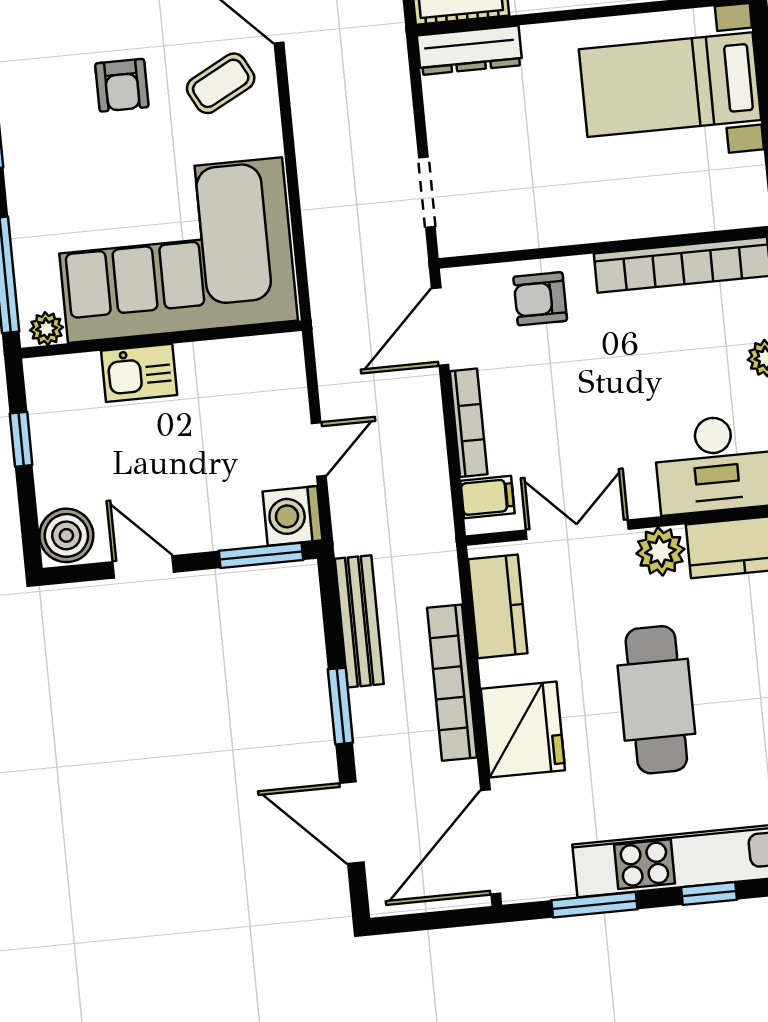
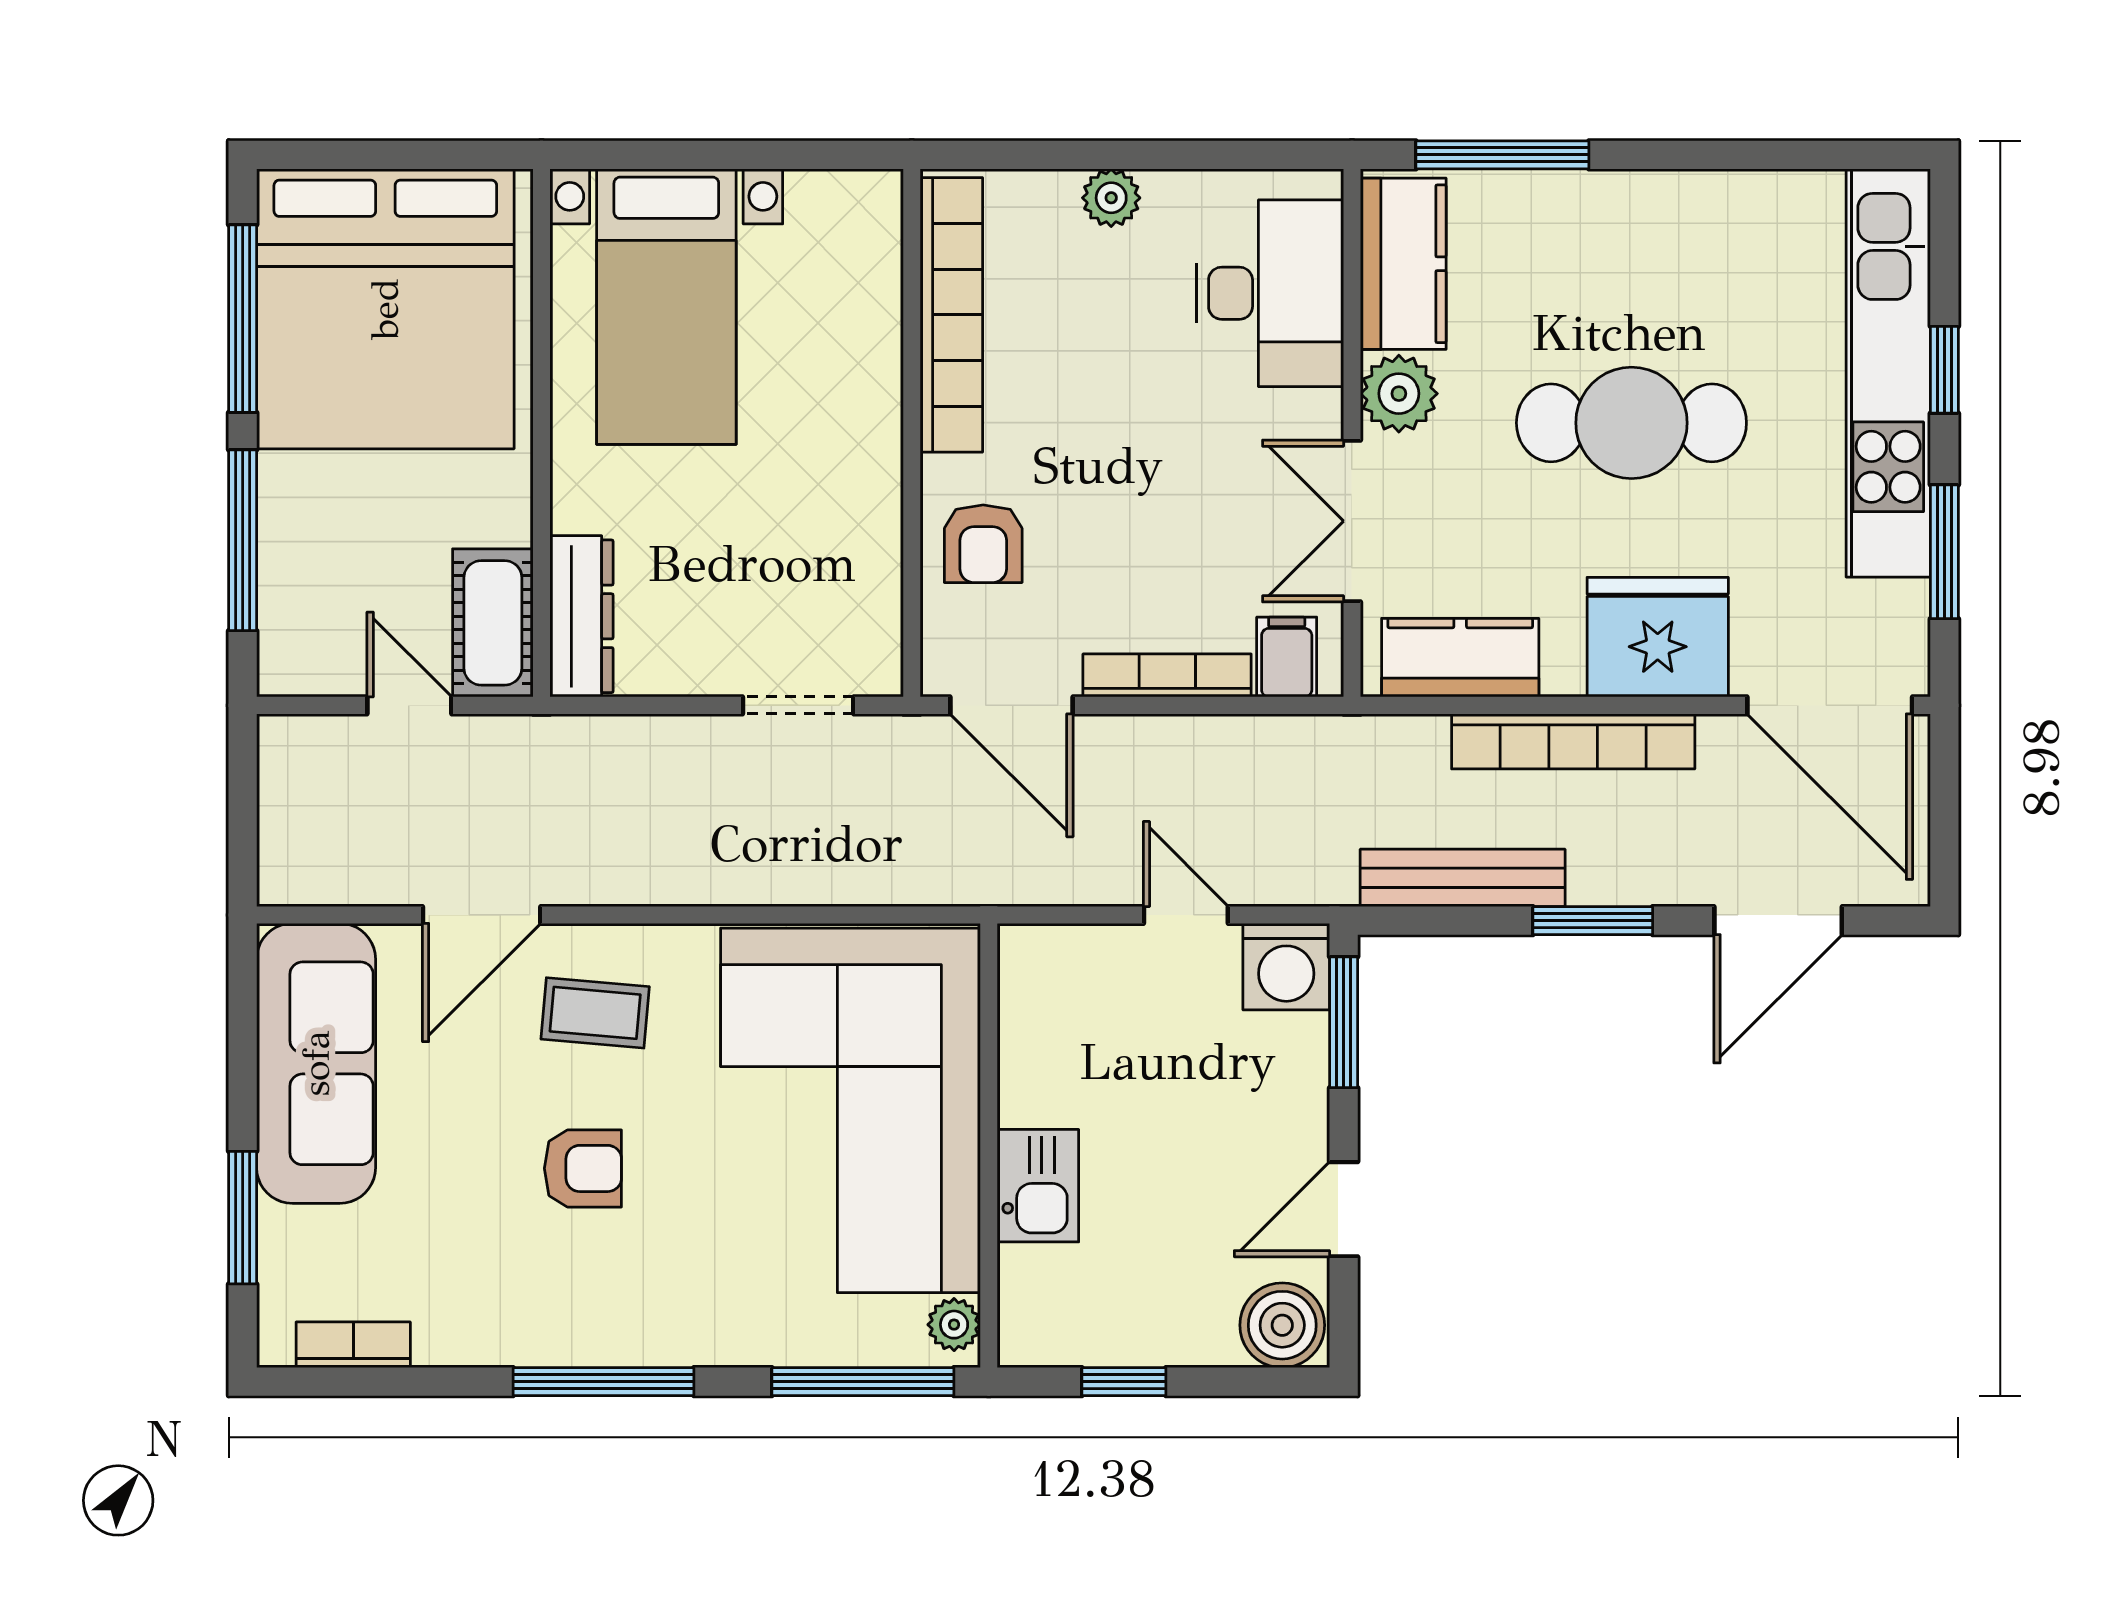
coffee table: (221, 83) -> (595, 1013), turned -57

